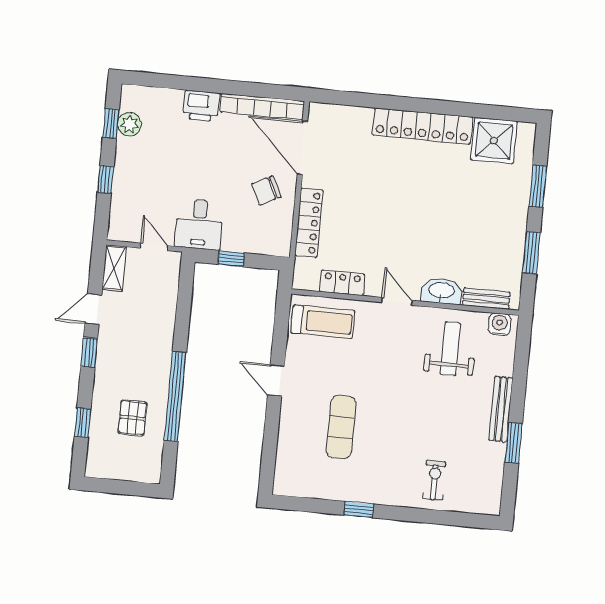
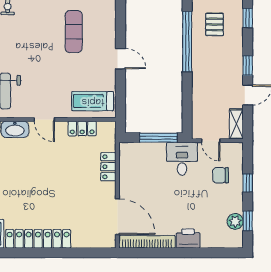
chair: (266, 190) -> (221, 175), moved, turned -153
locker: (309, 223) -> (108, 167), width x0.66
window: (231, 259) -> (158, 138), width x2.17

